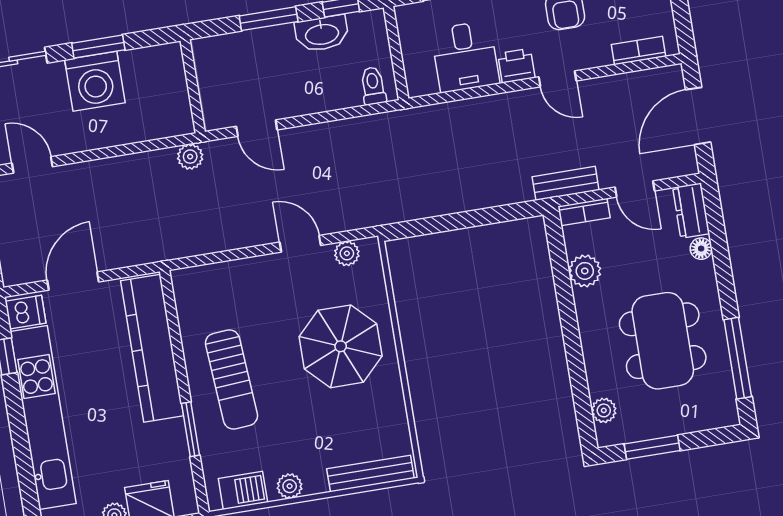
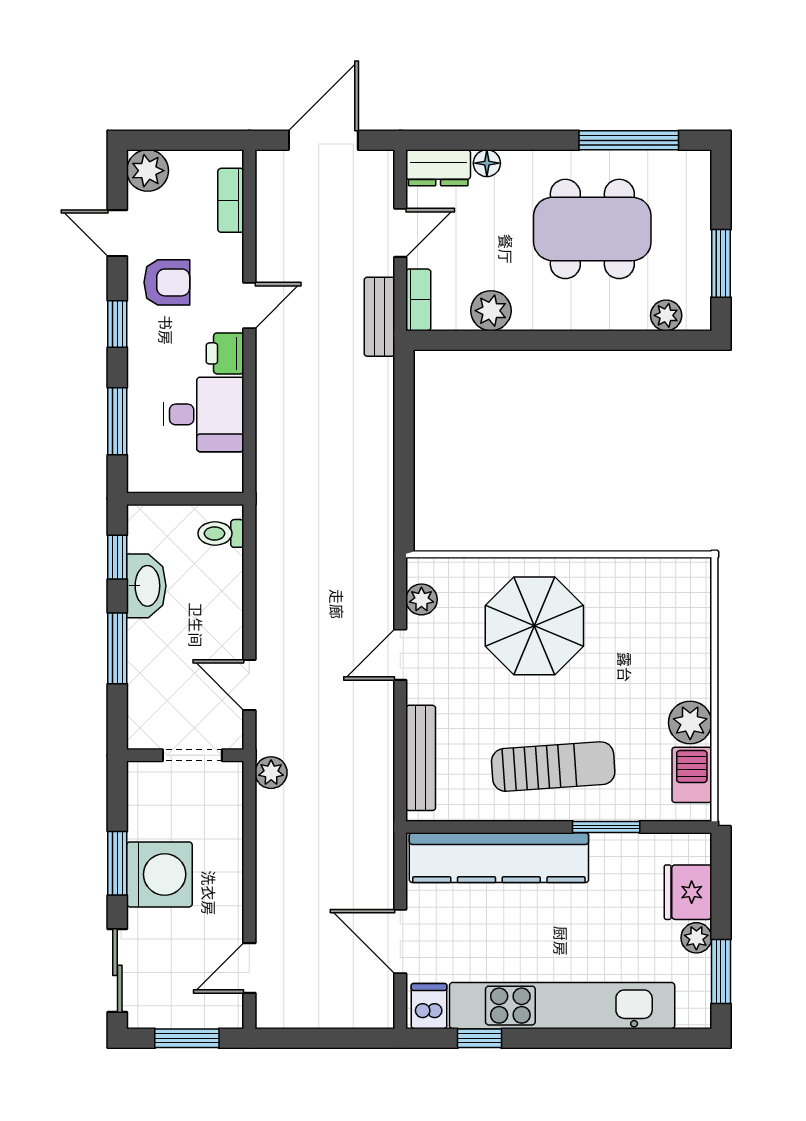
doorway: (194, 92) -> (192, 755), added
door: (698, 116) -> (323, 140), swing flipped
door: (257, 128) -> (249, 685), swing flipped
bench: (370, 474) -> (421, 758), moved
plant: (290, 486) -> (690, 723), width x1.38, depth x1.38

